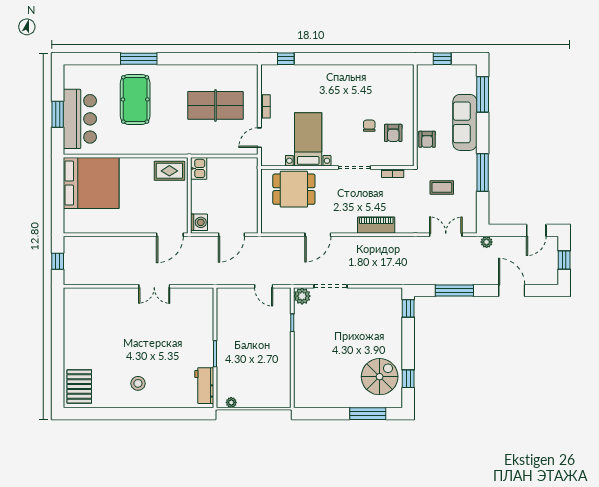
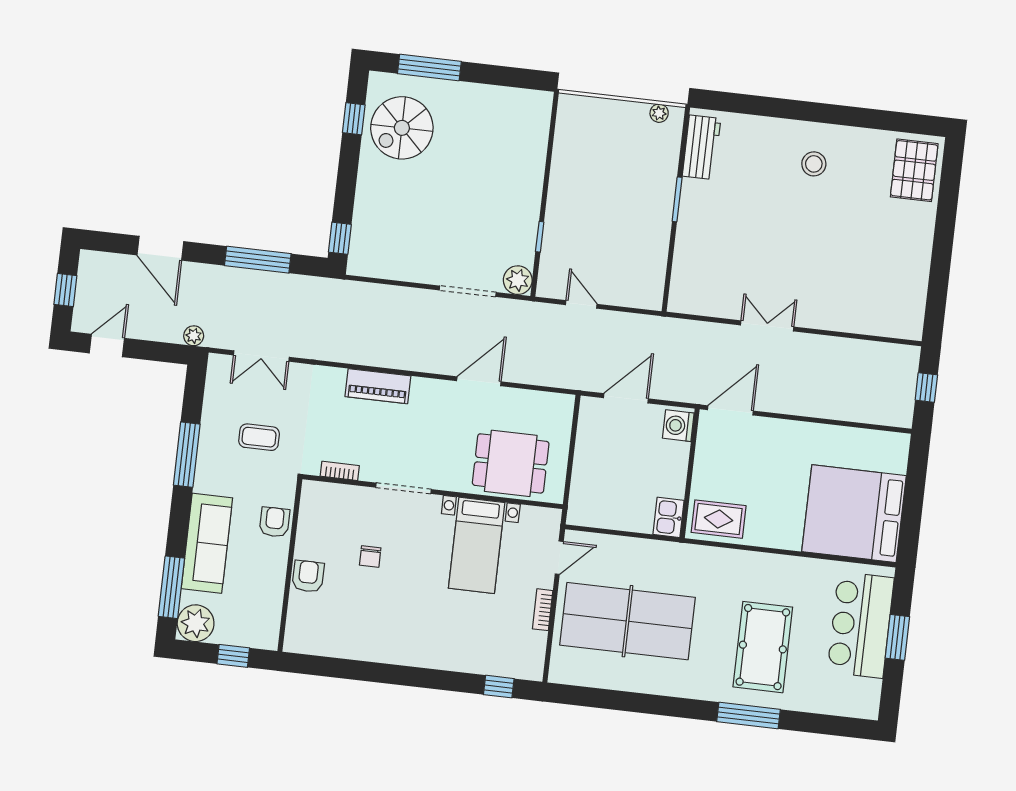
plant: (466, 75) -> (196, 623), added
table tennis table: (215, 105) -> (627, 621), width x1.36, depth x1.32
armchair: (393, 133) -> (308, 576), moved

